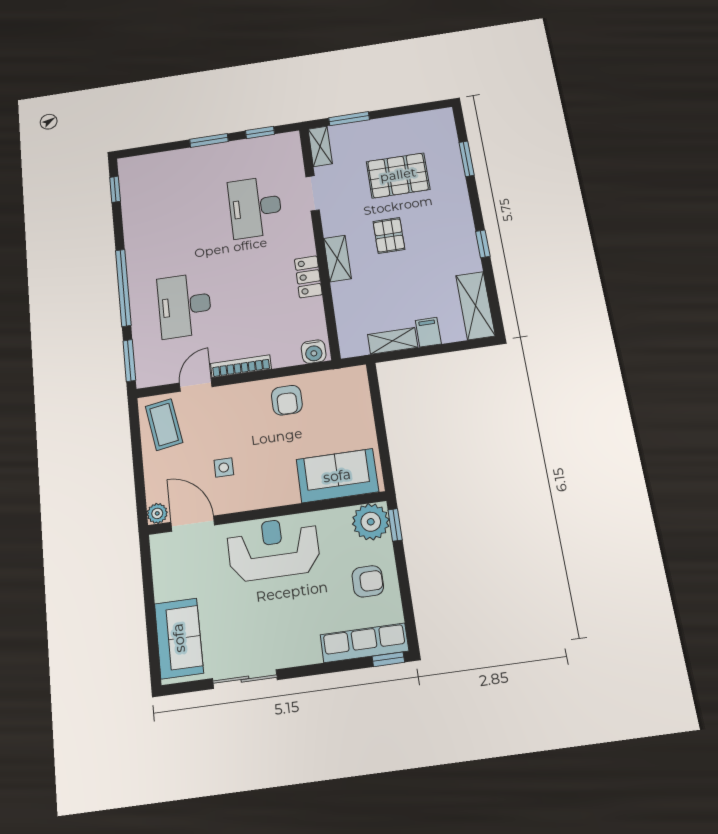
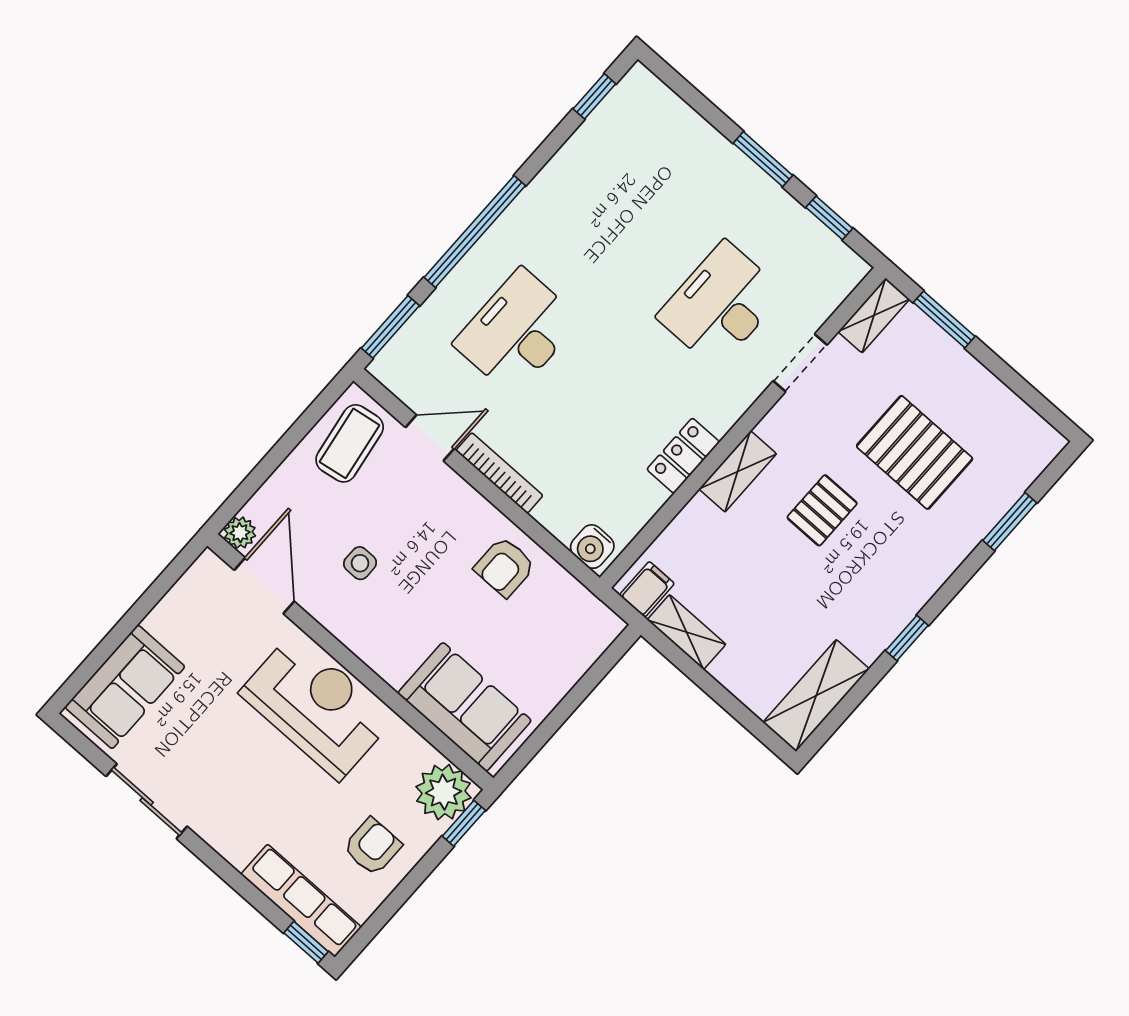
filing cabinet: (428, 332) -> (647, 589), moved
armchair: (368, 581) -> (372, 847), turned -90

